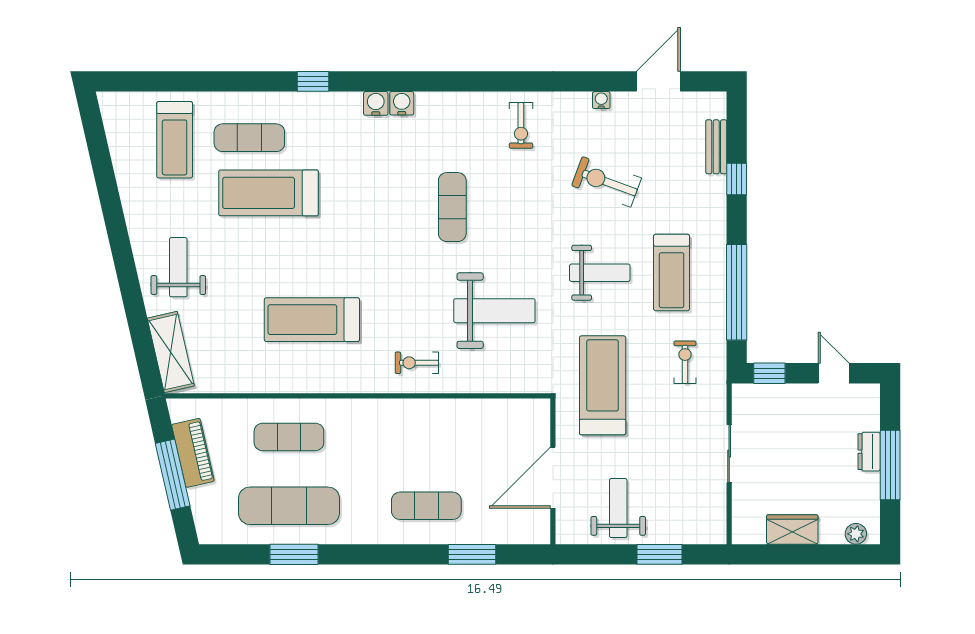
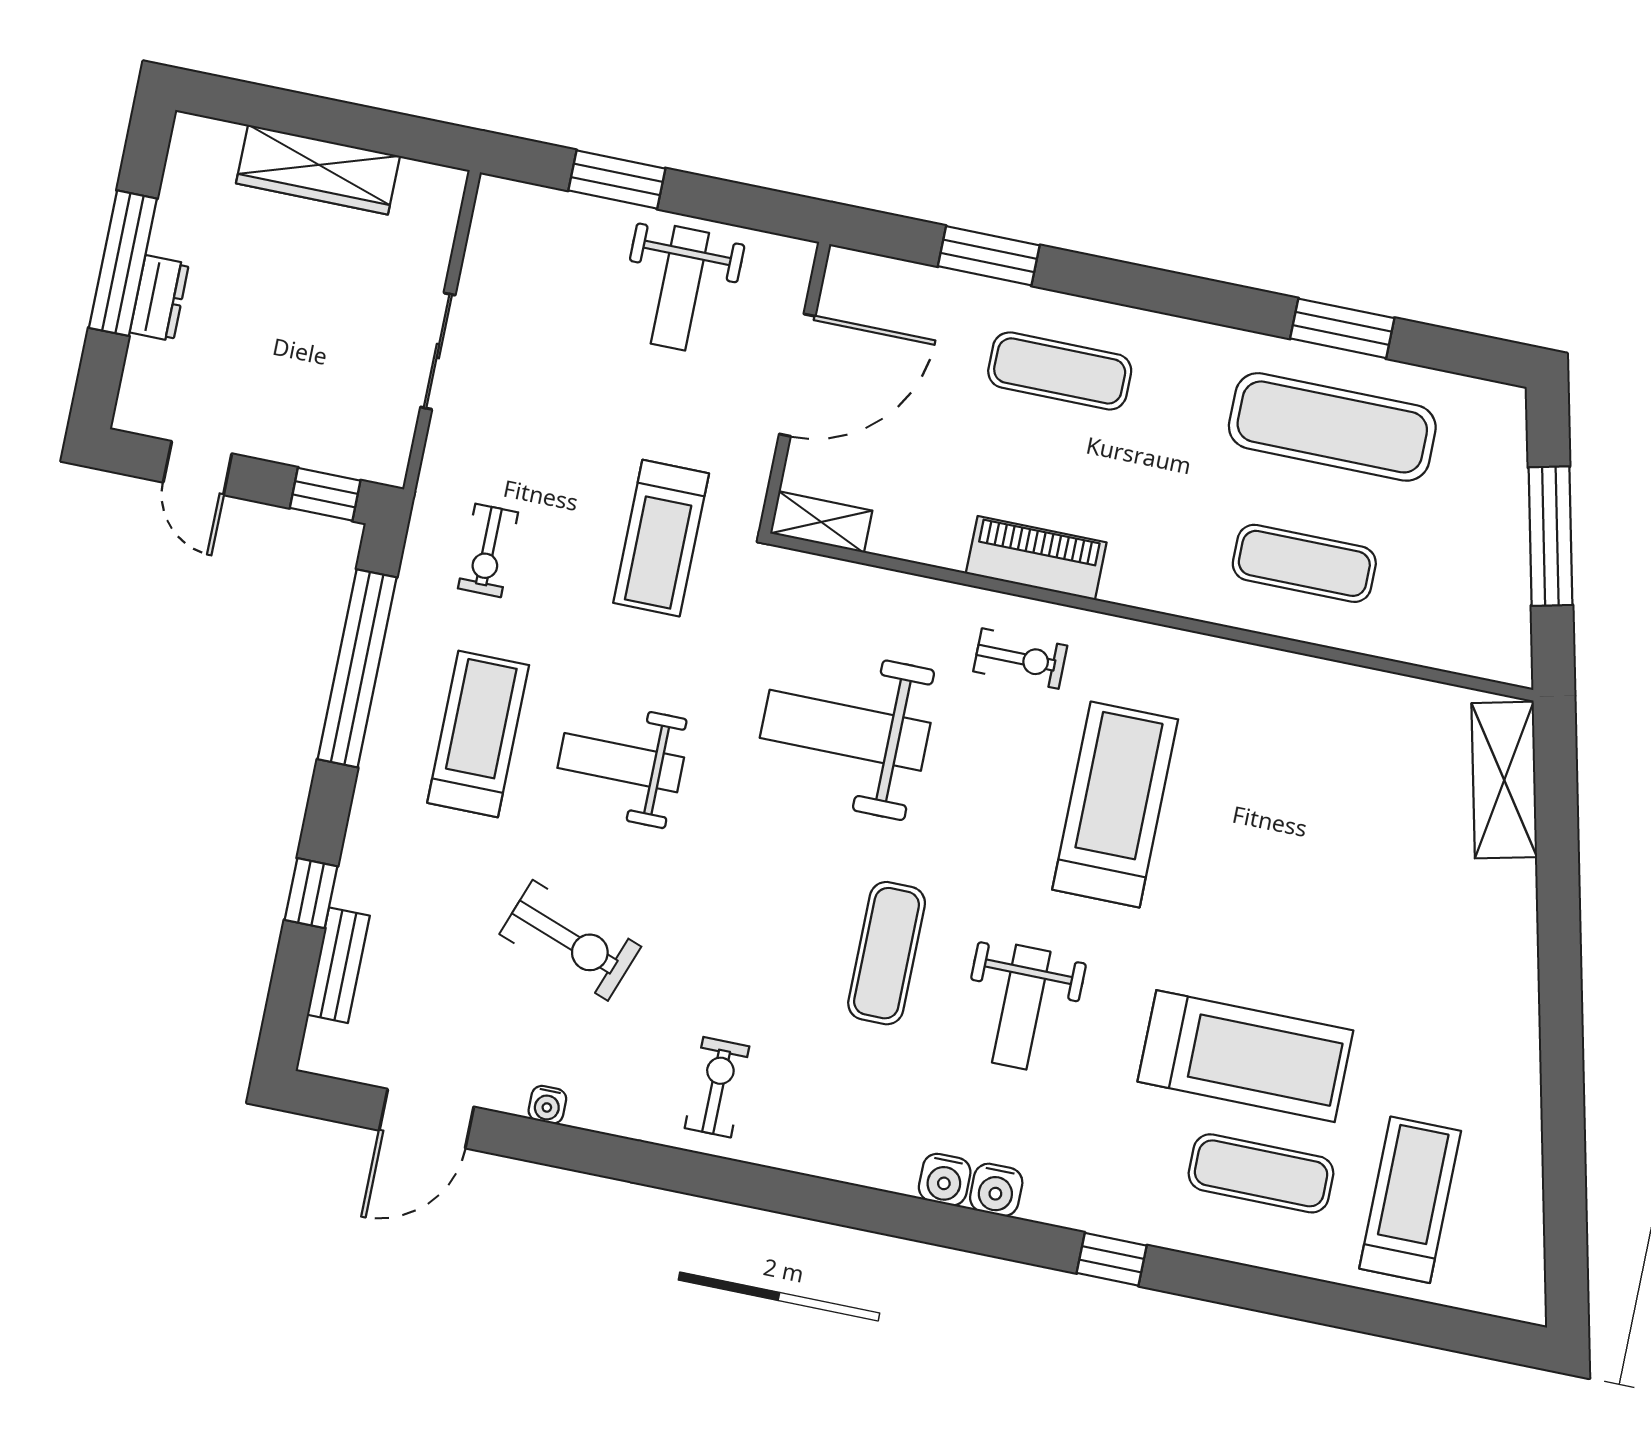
weight bench: (178, 267) -> (1021, 1007), moved
treadmill: (312, 320) -> (1115, 804), moved, turned -90
treadmill: (603, 385) -> (661, 538), width x0.73, depth x0.73
shelving: (527, 409) -> (821, 522), added
piano: (193, 453) -> (1036, 558), moved, turned 103
wardrobe: (792, 530) -> (318, 170), width x1.50
plant: (856, 534) -> (219, 140), removed

